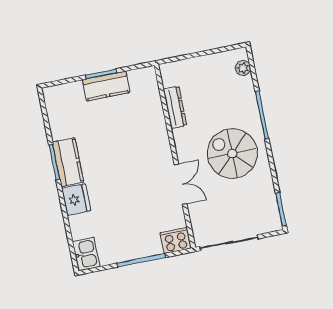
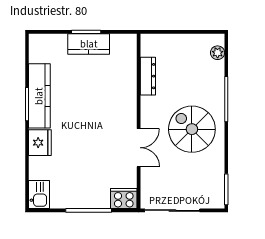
kitchen counter: (68, 162) -> (39, 96), width x1.50

